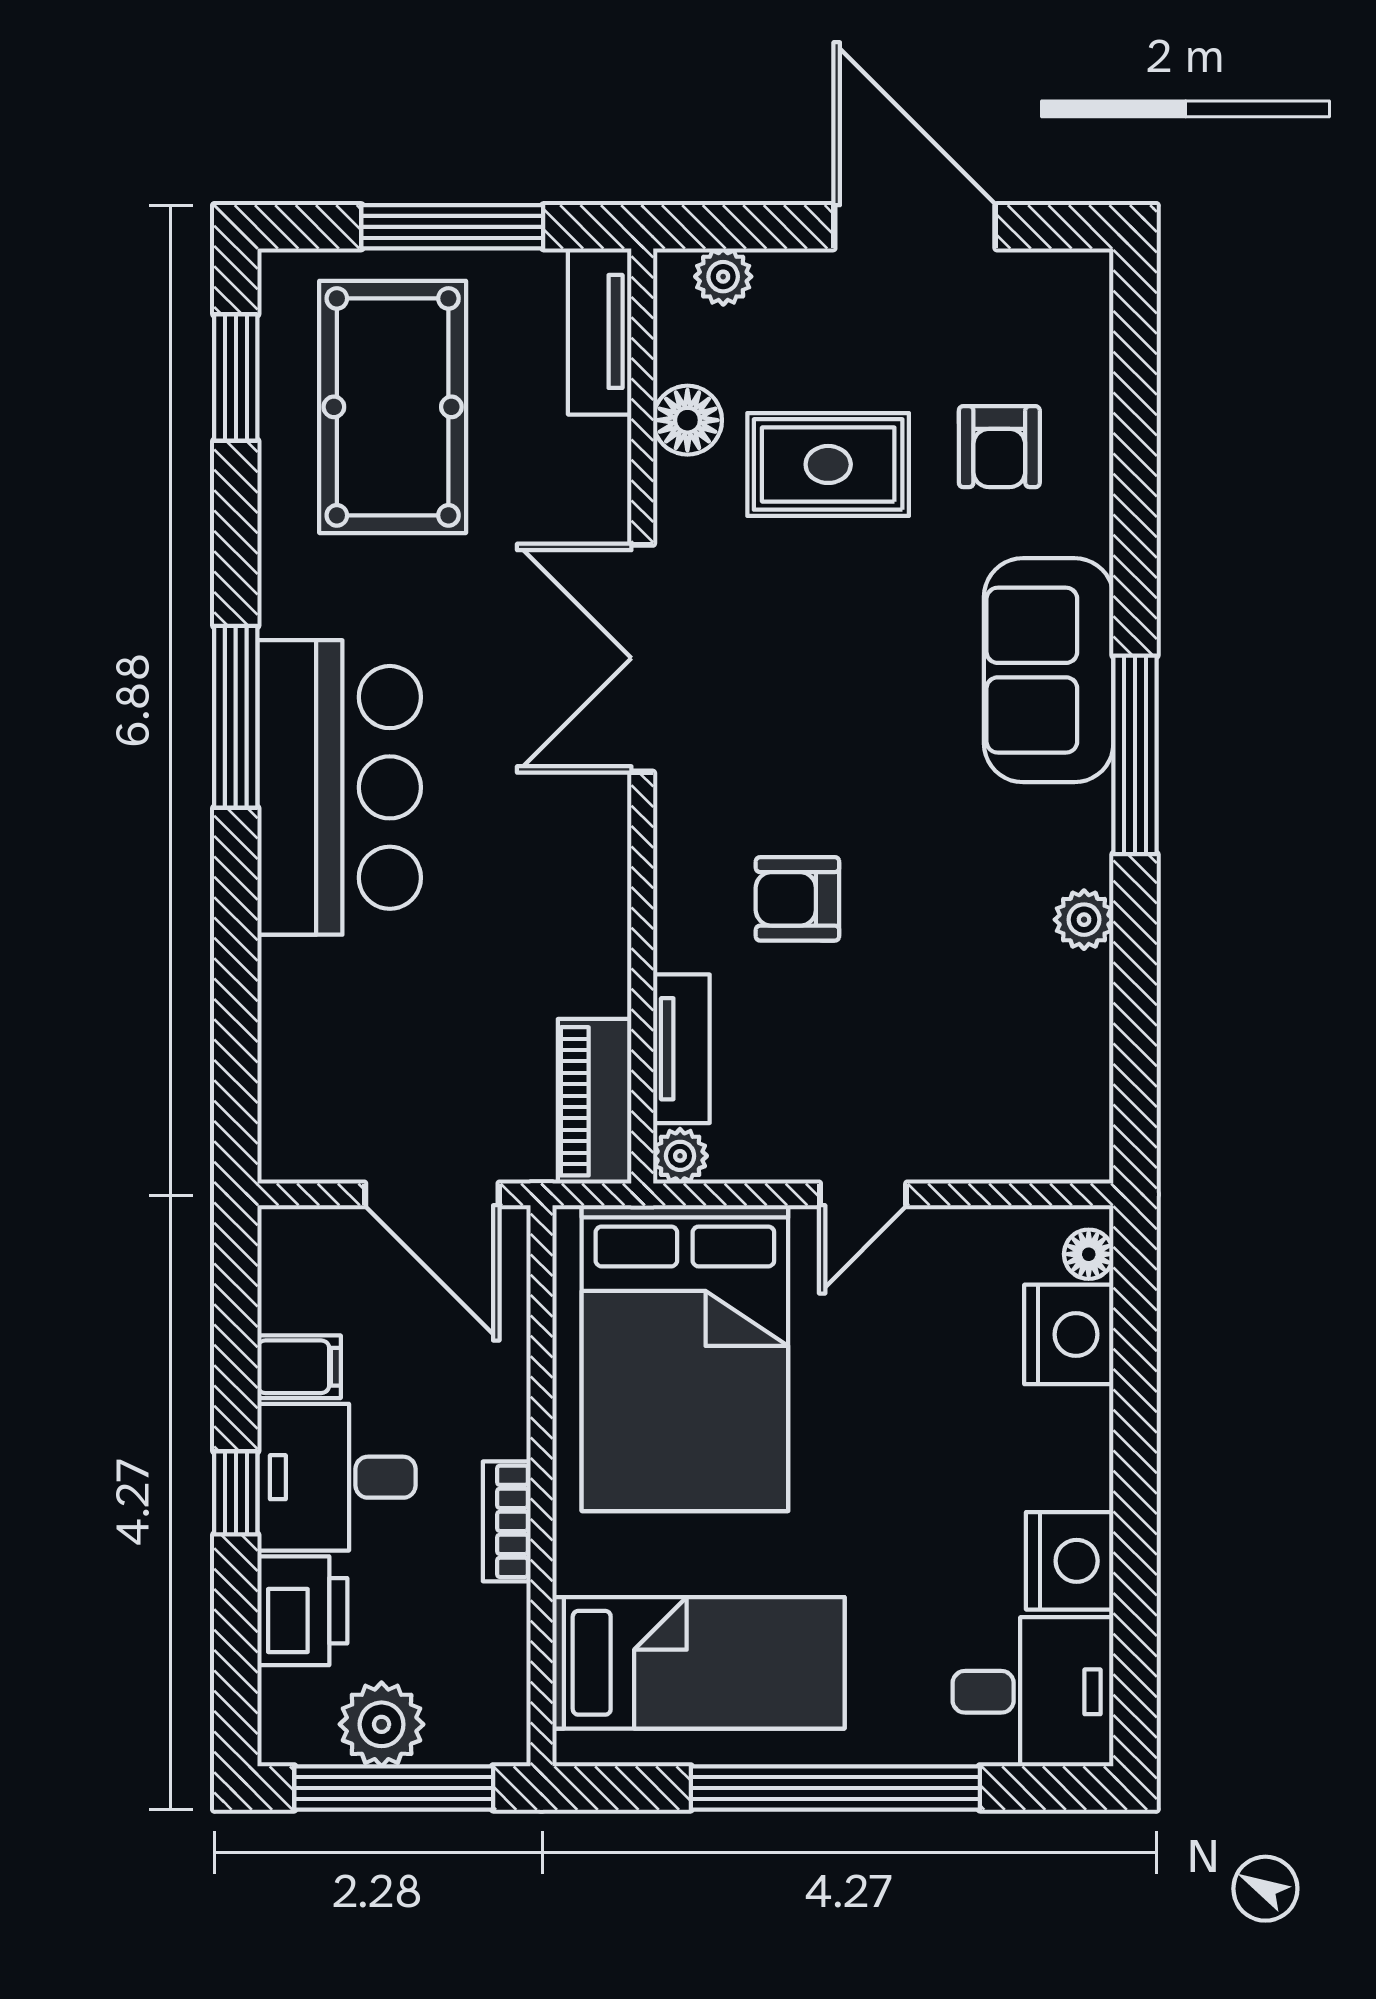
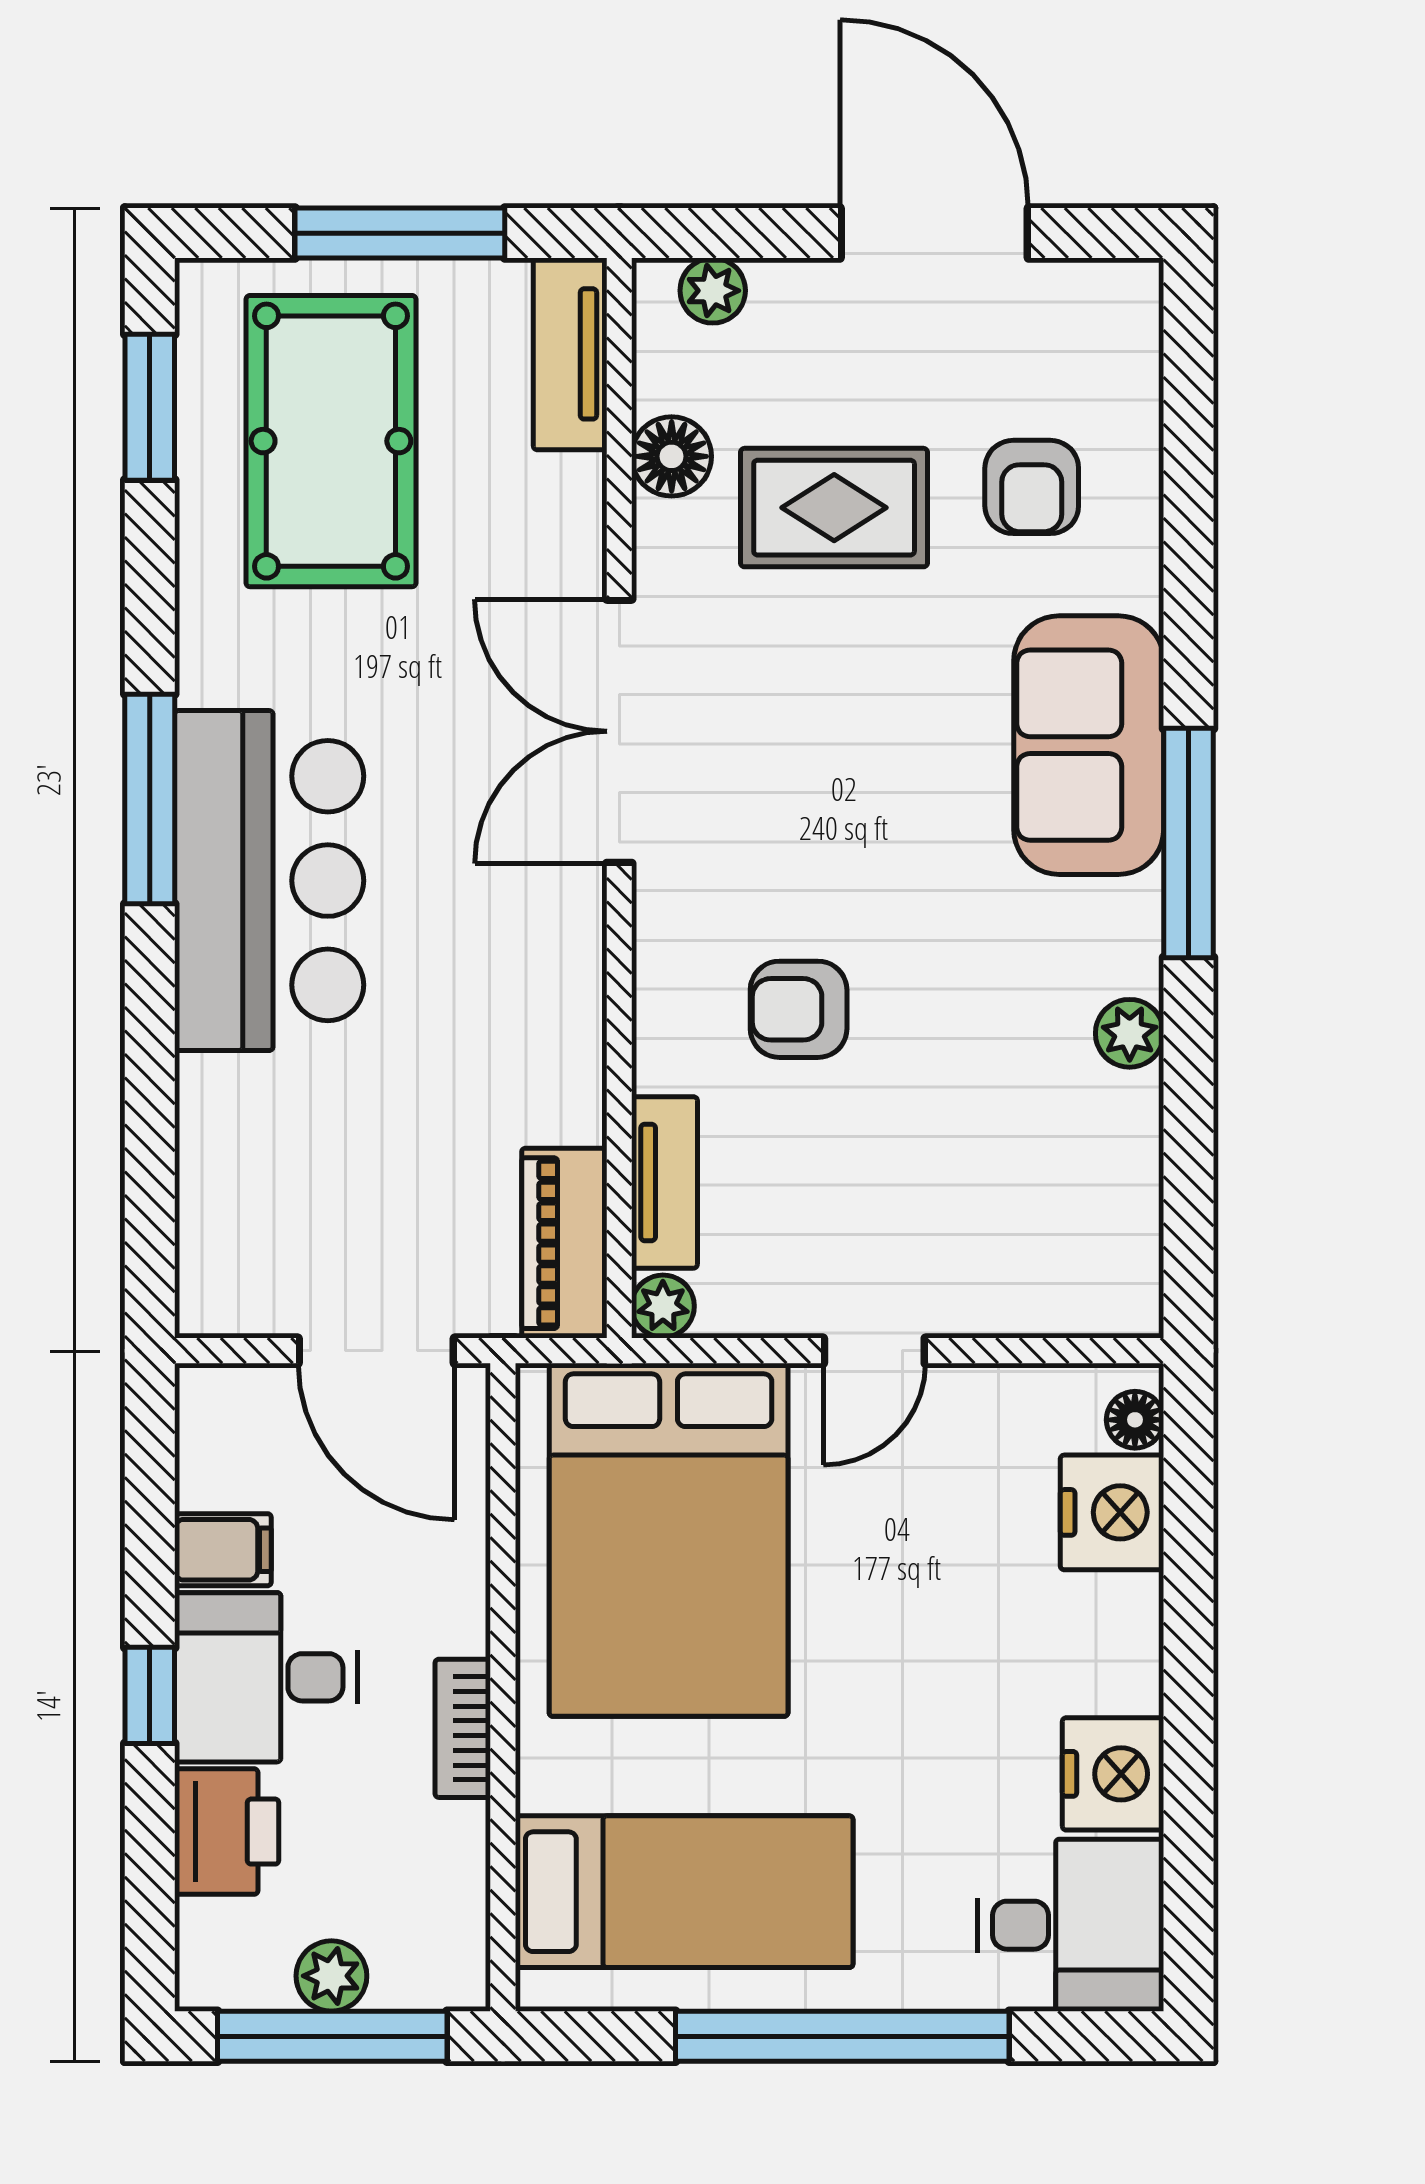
plant: (382, 1724) -> (331, 1976), width x0.73, depth x0.73

